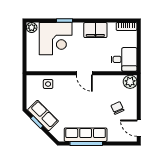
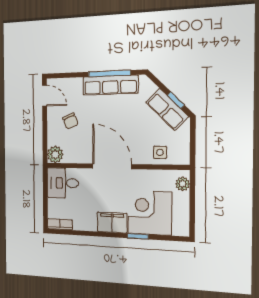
plant: (32, 28) -> (183, 184), moved
filing cabinet: (95, 30) -> (112, 222), moved
door: (84, 73) -> (112, 166), width x1.87

